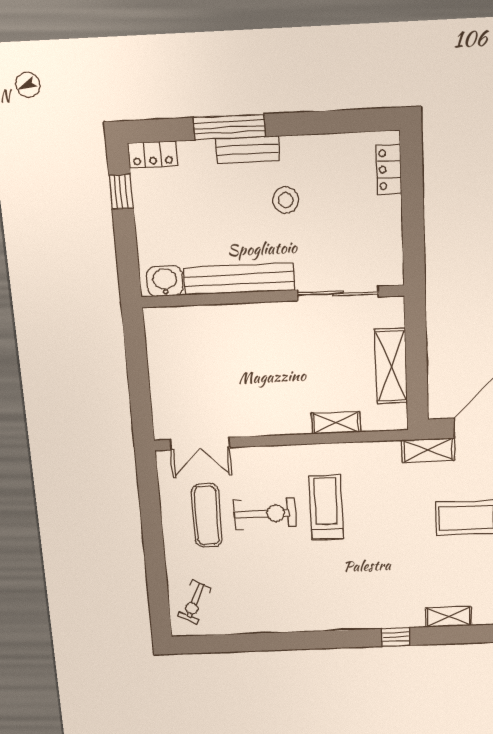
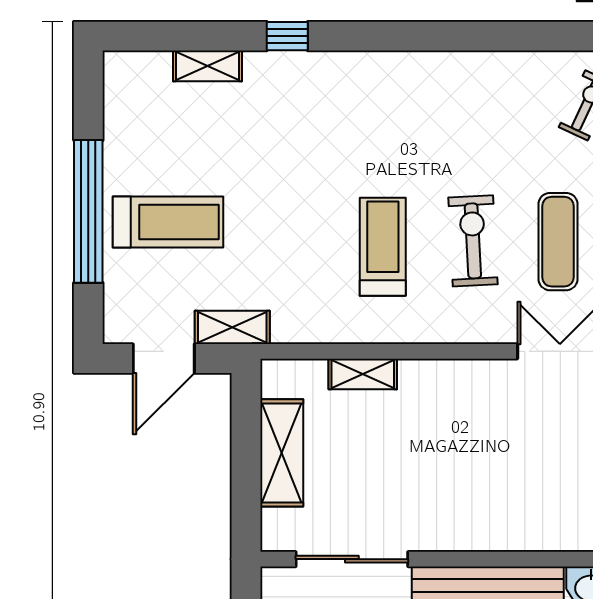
treadmill: (326, 507) -> (383, 247), turned 180
exercise bike: (265, 514) -> (473, 241), turned 87

